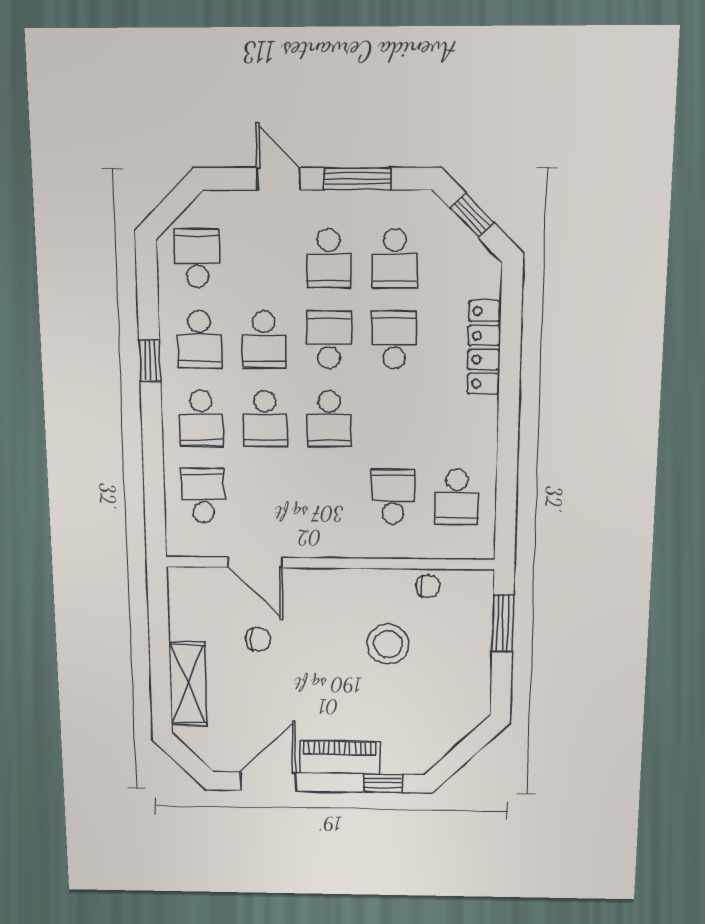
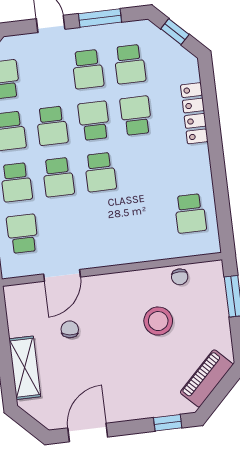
school desk: (393, 497) -> (148, 219), removed
door: (255, 562) -> (62, 275), hinge flipped
chair: (428, 586) -> (180, 277), turned 90
chair: (258, 639) -> (70, 329), turned -82
piano: (340, 757) -> (207, 378), moved, turned -45

